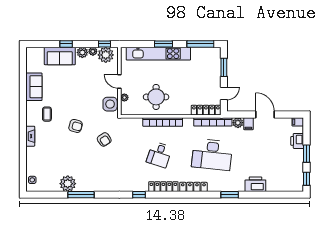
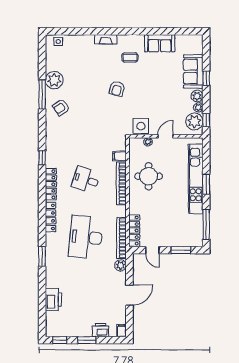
filing cabinet: (248, 124) -> (119, 156), moved
armchair: (104, 139) -> (61, 107), moved
printer: (255, 184) -> (53, 300), moved

